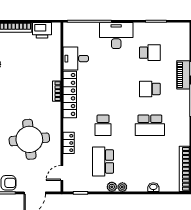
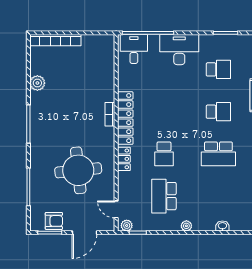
printer: (42, 30) -> (93, 43), removed
desk: (76, 59) -> (134, 49), moved, turned 90
school desk: (150, 89) -> (218, 112), turned 180
locker: (69, 143) -> (124, 159), moved
door: (62, 173) -> (116, 209), hinge flipped
plant: (112, 187) -> (127, 226), moved

